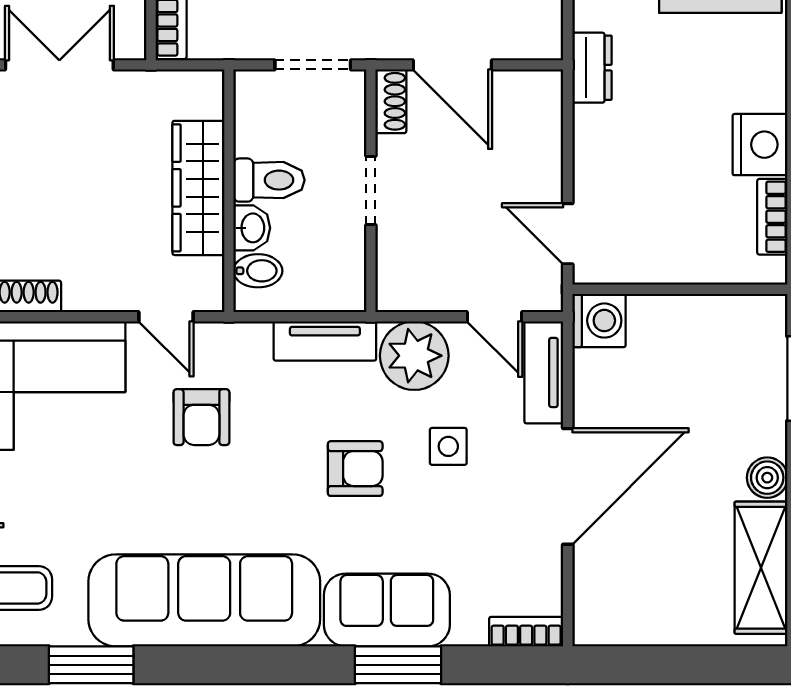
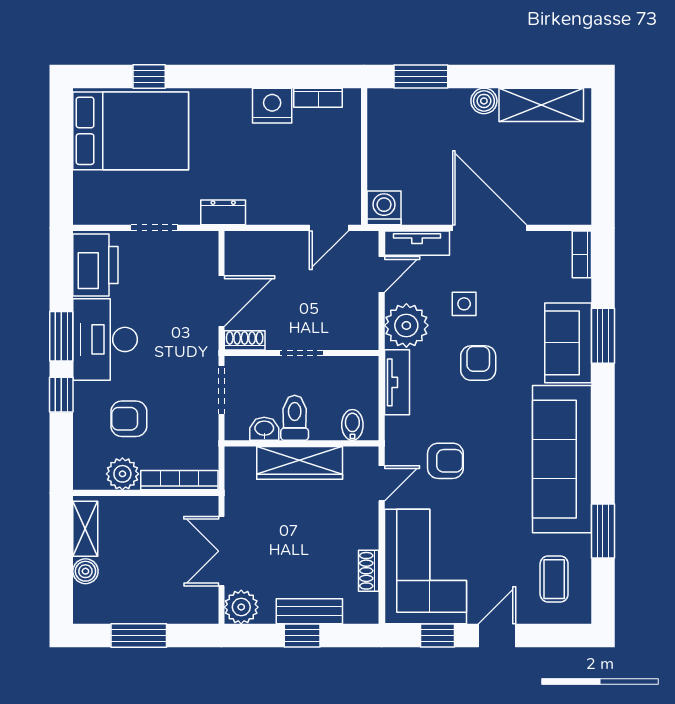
washbasin: (252, 228) -> (264, 429), moved

